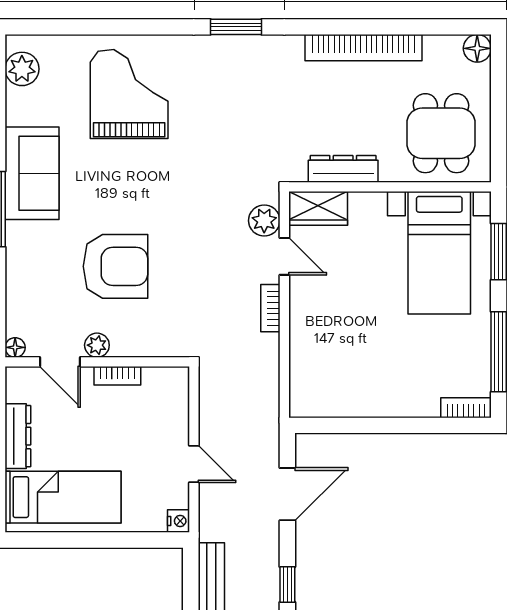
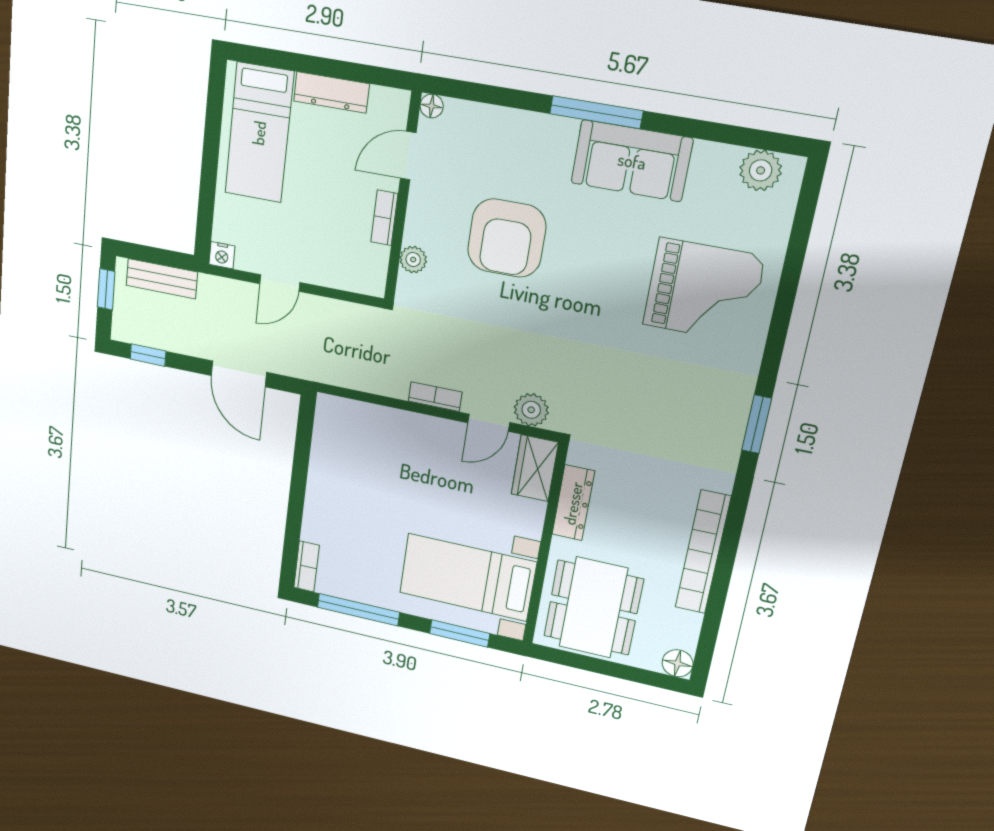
dining table: (441, 133) -> (593, 608), width x1.38
plant: (97, 345) -> (413, 260), moved

